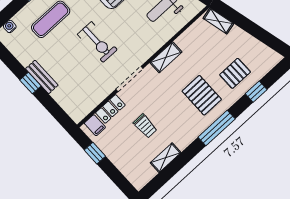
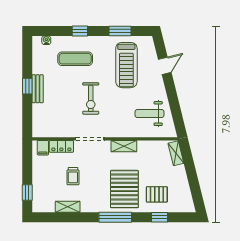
pallet: (202, 95) -> (124, 189), width x1.37, depth x1.41
window: (95, 153) -> (27, 193), moved

